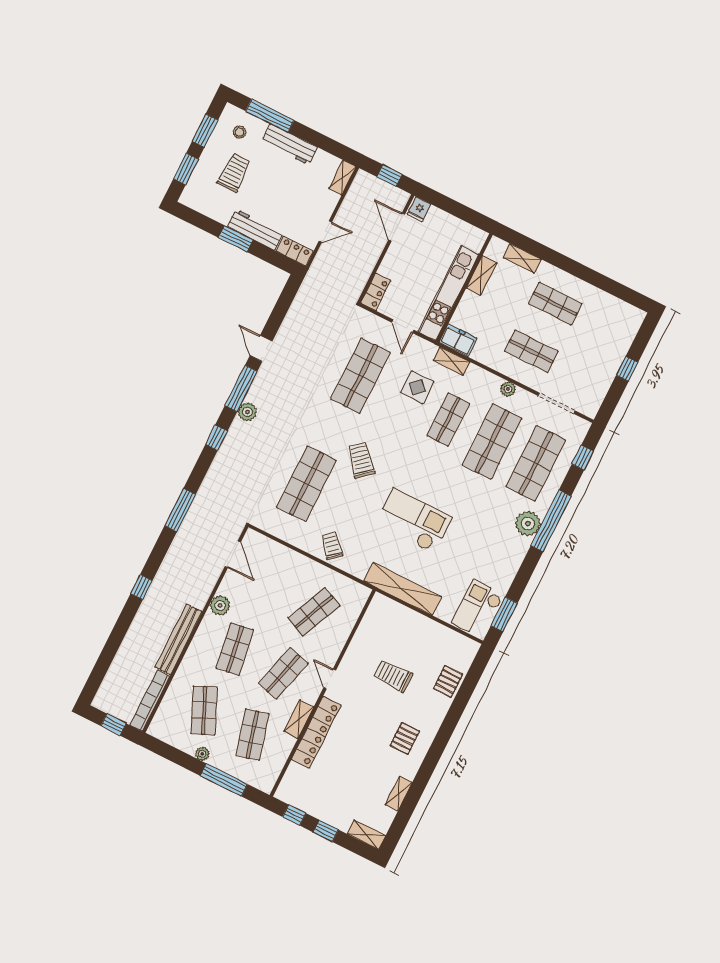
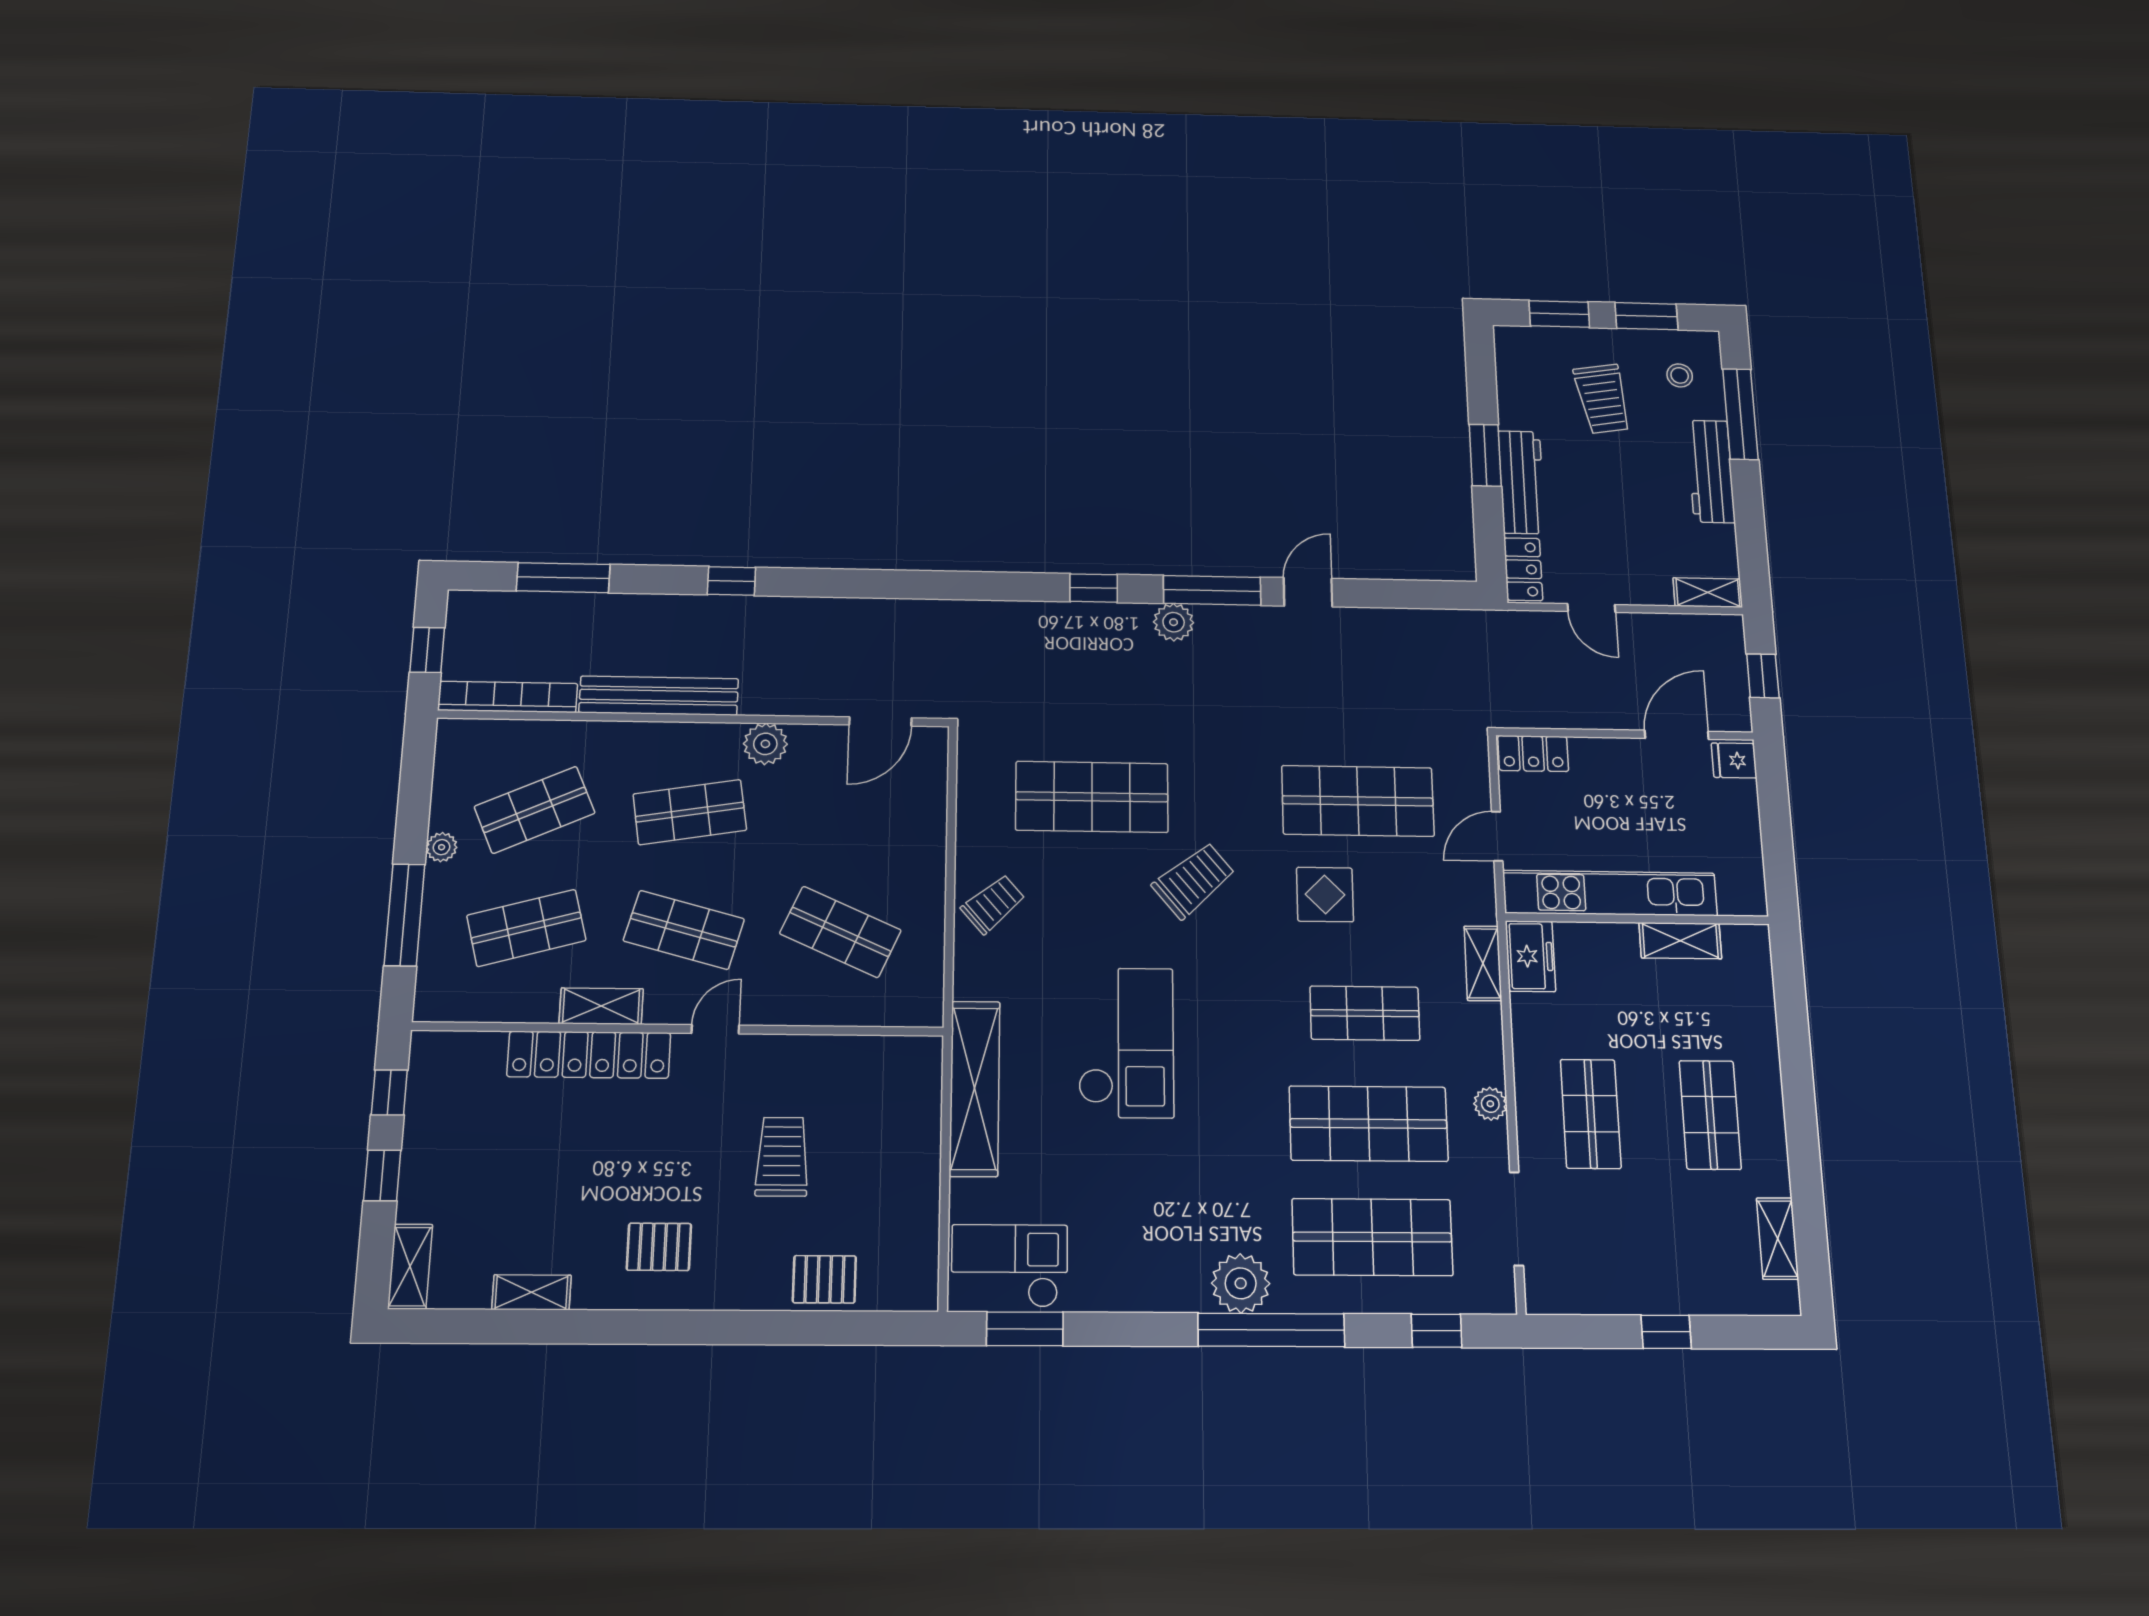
trolley: (234, 173) -> (1603, 399), turned 81
shelving: (522, 259) -> (1778, 1239), moved
display table: (417, 387) -> (1325, 894), moved
window: (180, 510) -> (563, 578), moved

